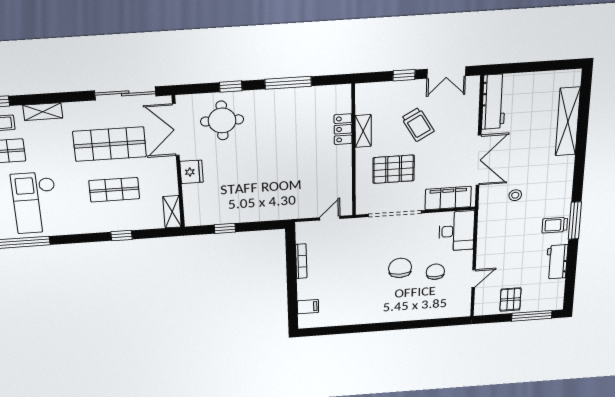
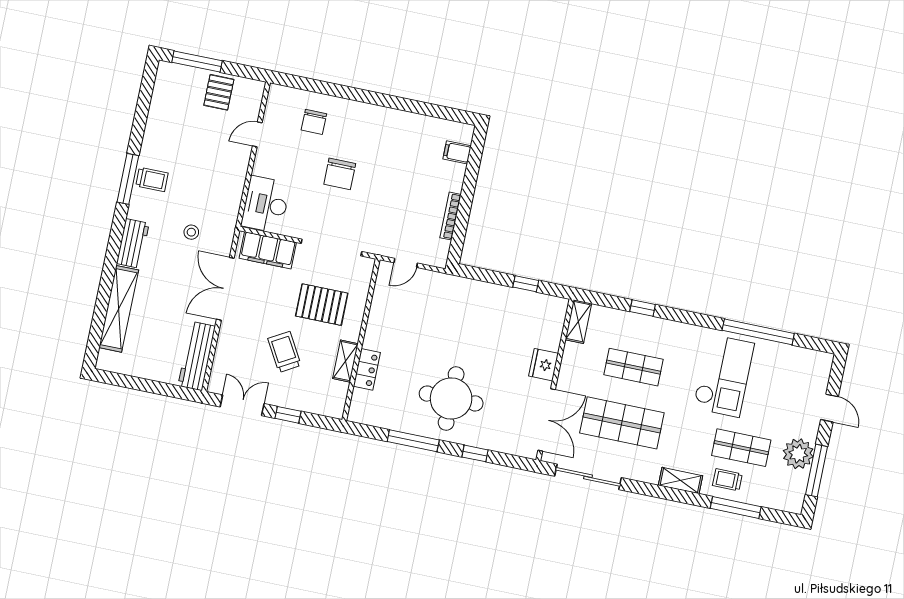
round table: (222, 121) -> (451, 398), moved, width x1.36, depth x1.36
workbench: (557, 262) -> (133, 243), moved
chair: (435, 272) -> (314, 122), moved

